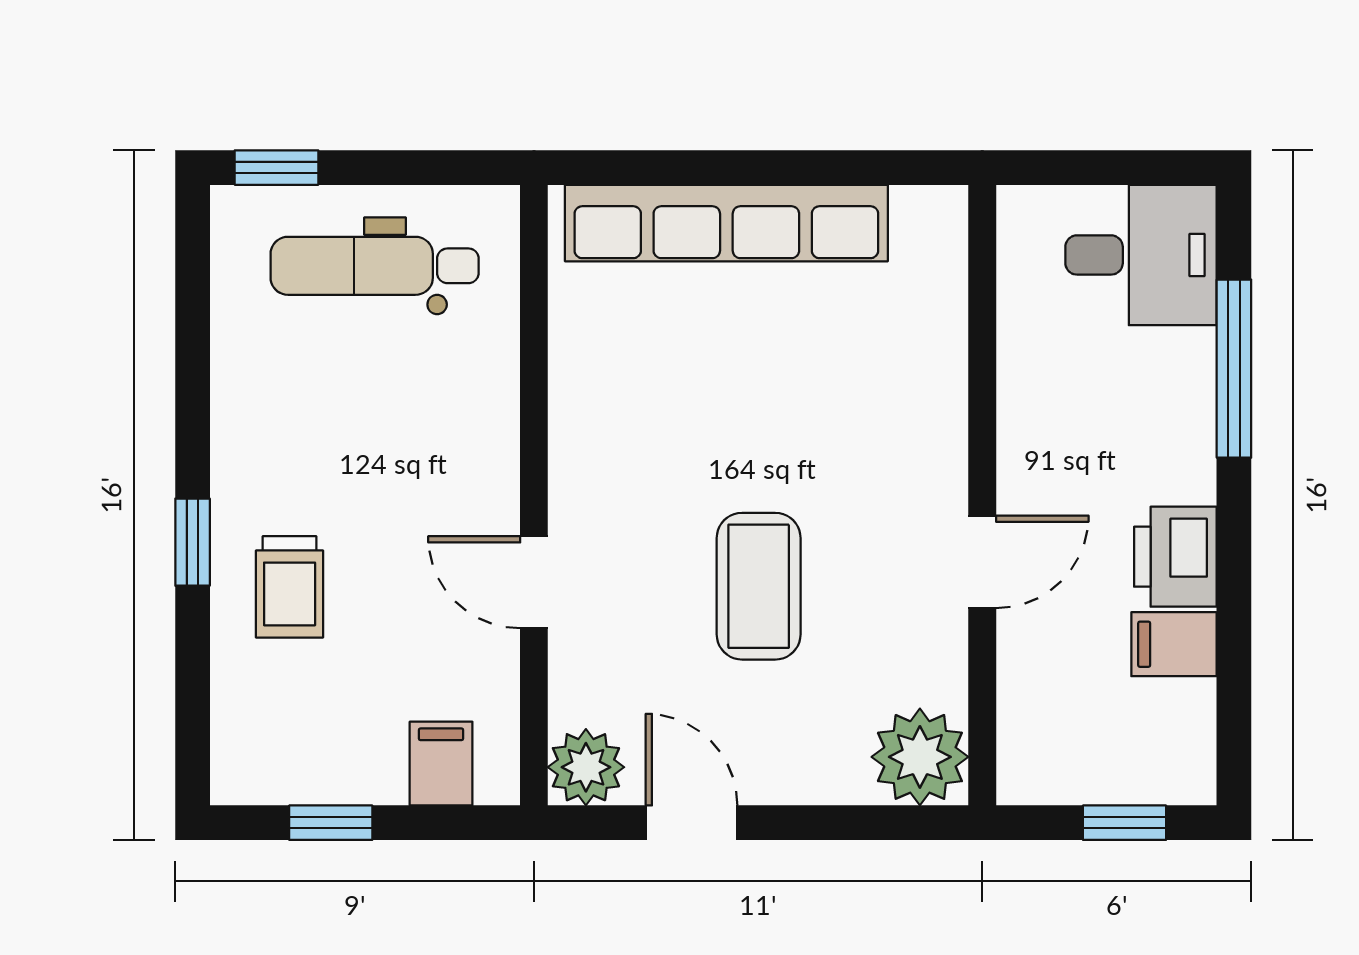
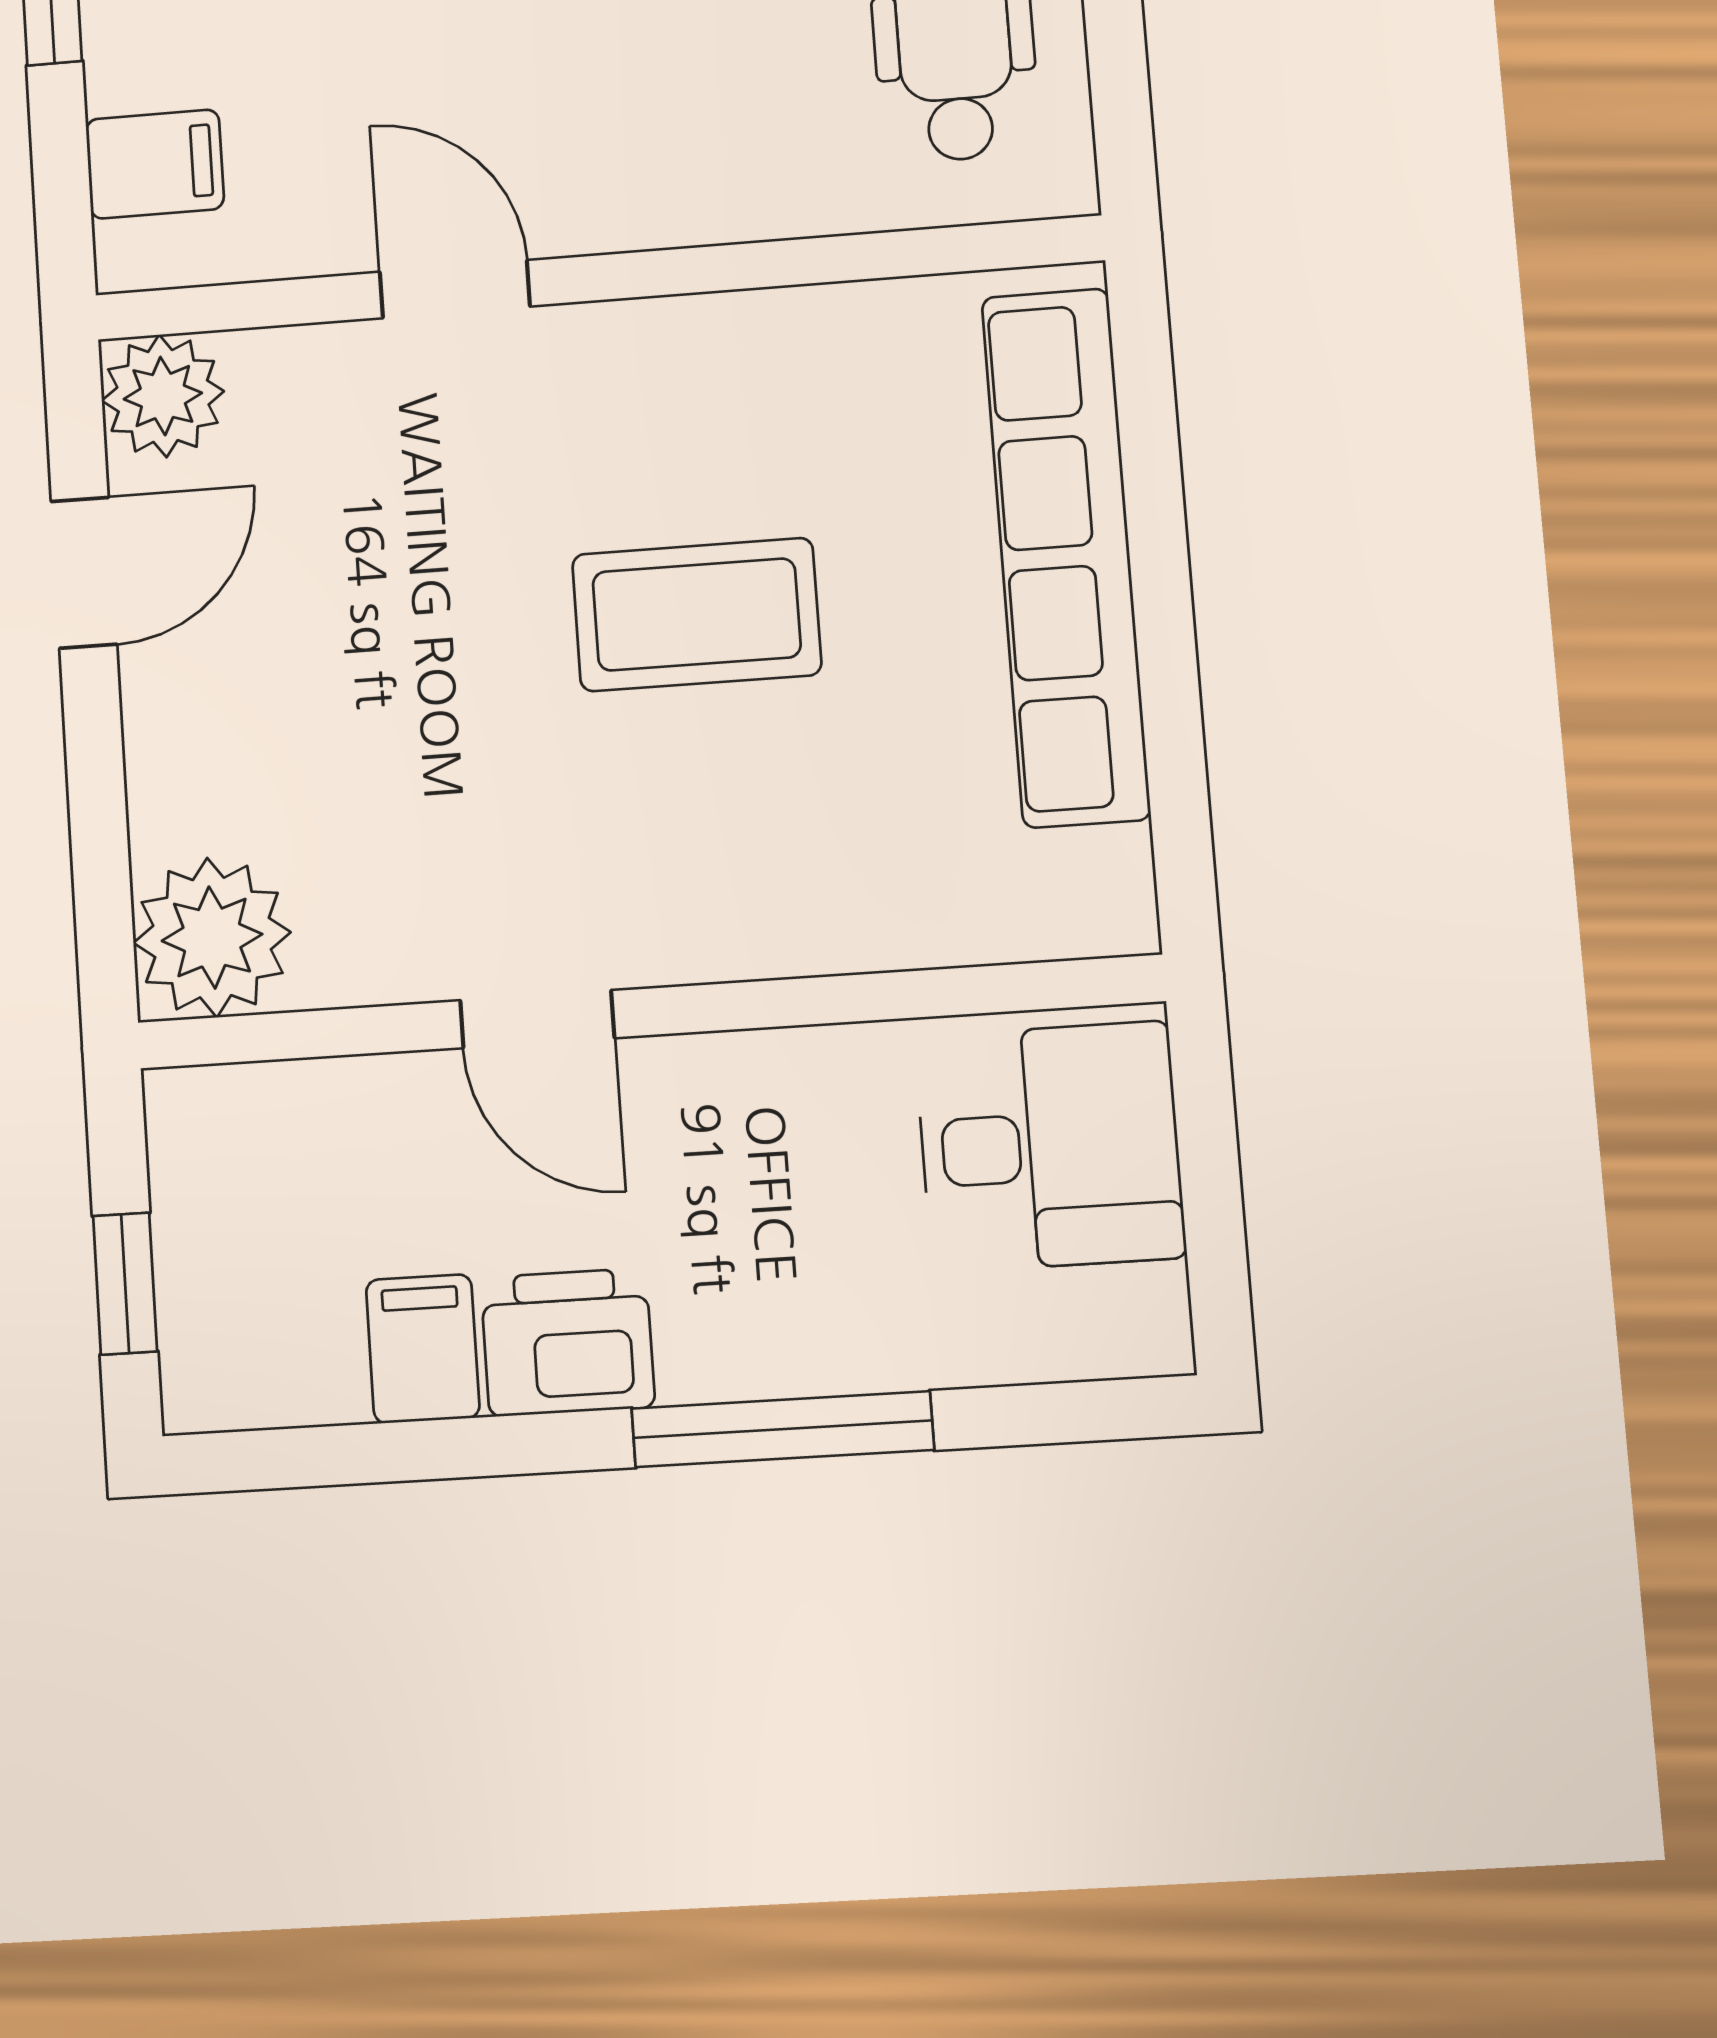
desk: (1141, 255) -> (1050, 1147), moved, turned -90
window: (1234, 369) -> (782, 1429), moved
door: (534, 582) -> (455, 289), hinge flipped
coffee table: (759, 586) -> (697, 615), moved

